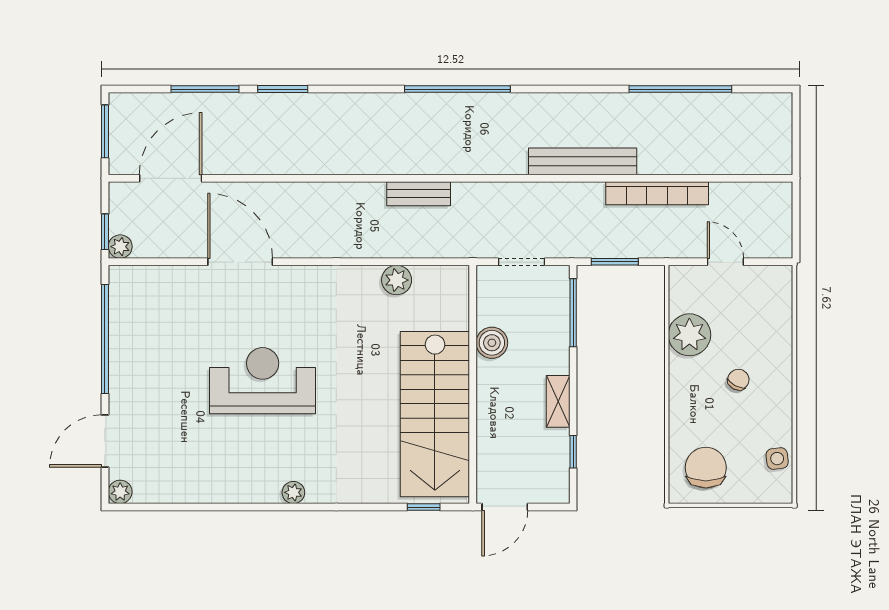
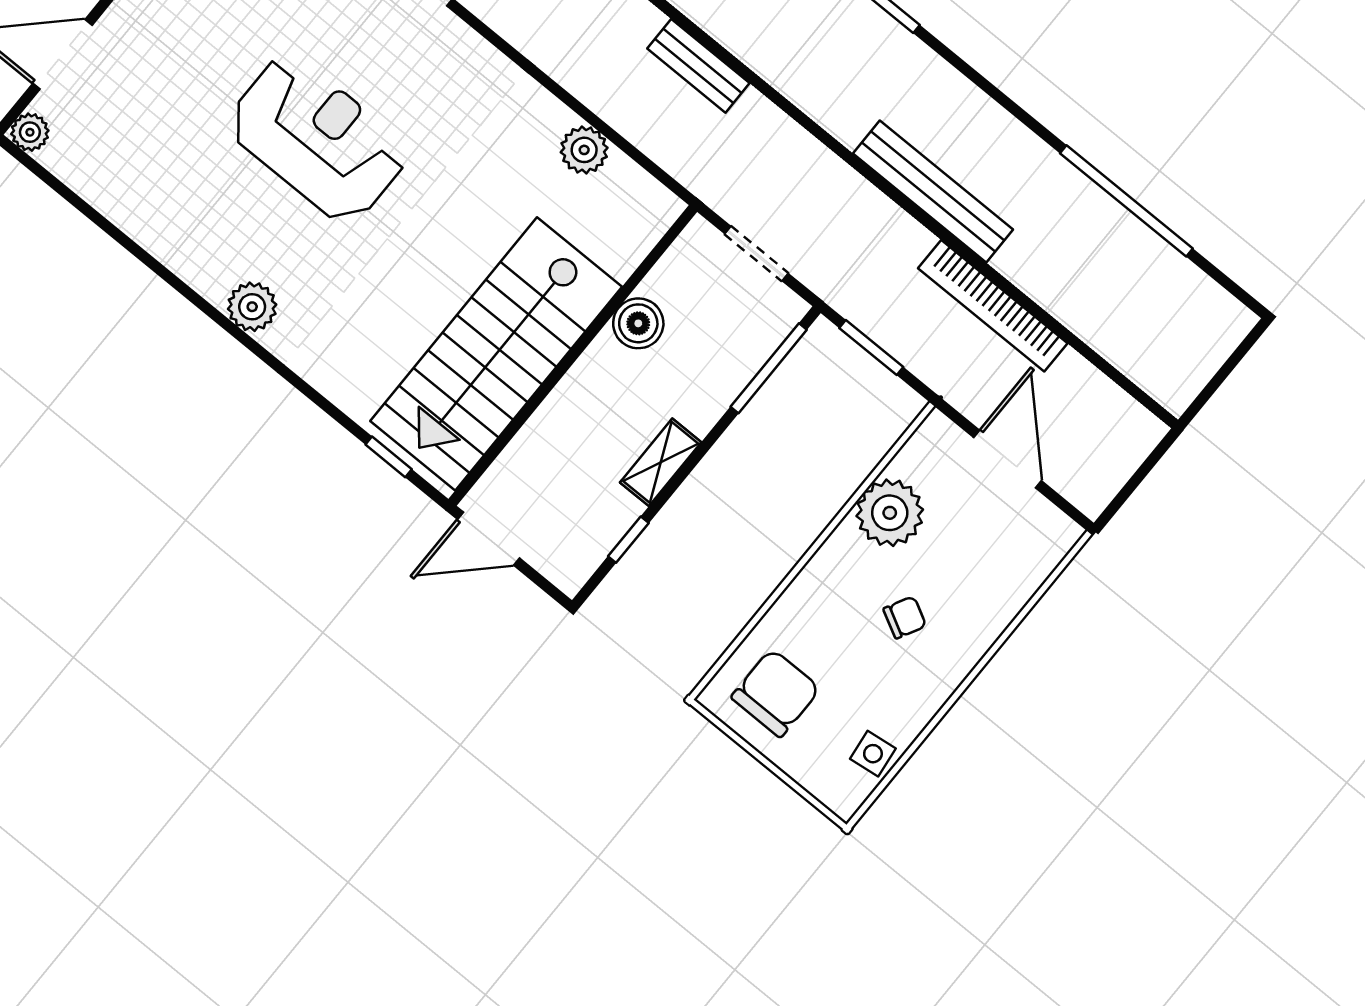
door: (725, 262) -> (1008, 459), width x1.38
plant: (293, 492) -> (252, 307), width x1.38, depth x1.38

